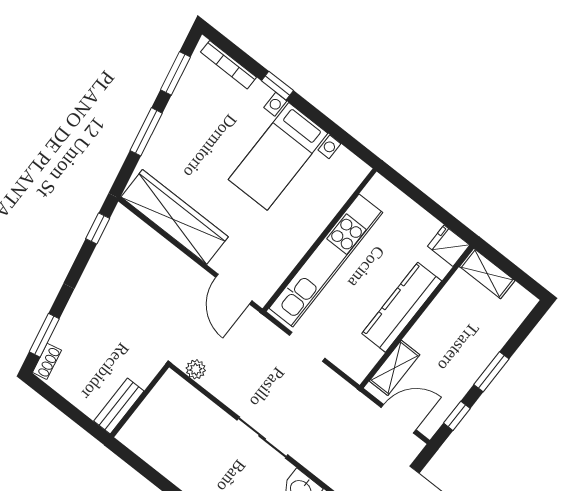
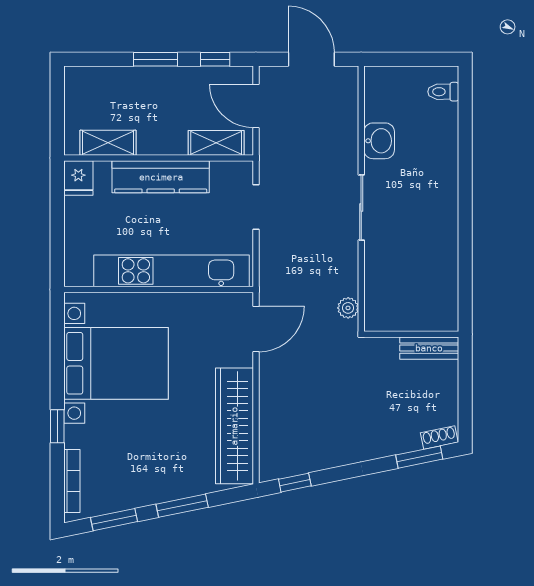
bed with nightstands: (278, 156) -> (116, 363), width x1.36
shelving: (487, 274) -> (108, 143), moved, turned 90
doorway: (307, 347) -> (256, 207), moved

